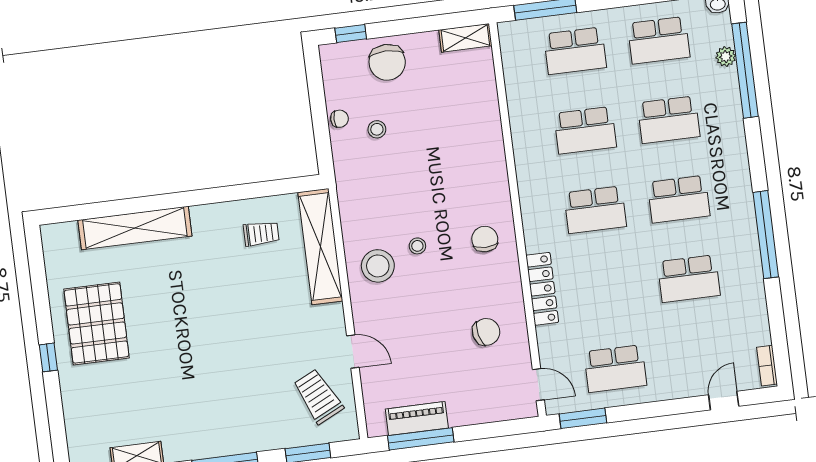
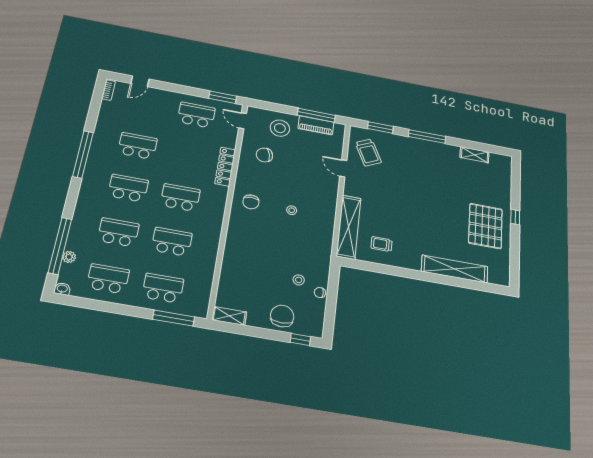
stool: (378, 266) -> (280, 128), moved

